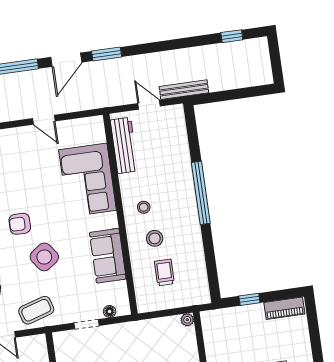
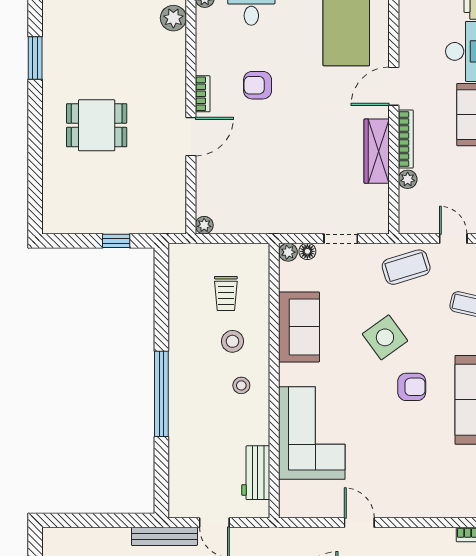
workbench: (124, 145) -> (256, 473), width x0.73
piano: (284, 308) -> (71, 222), removed
plant: (123, 309) -> (288, 252), added

